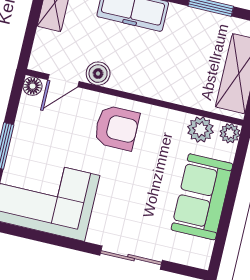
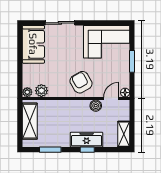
armchair: (117, 128) -> (81, 82), turned 60
sofa: (202, 197) -> (33, 44), moved

